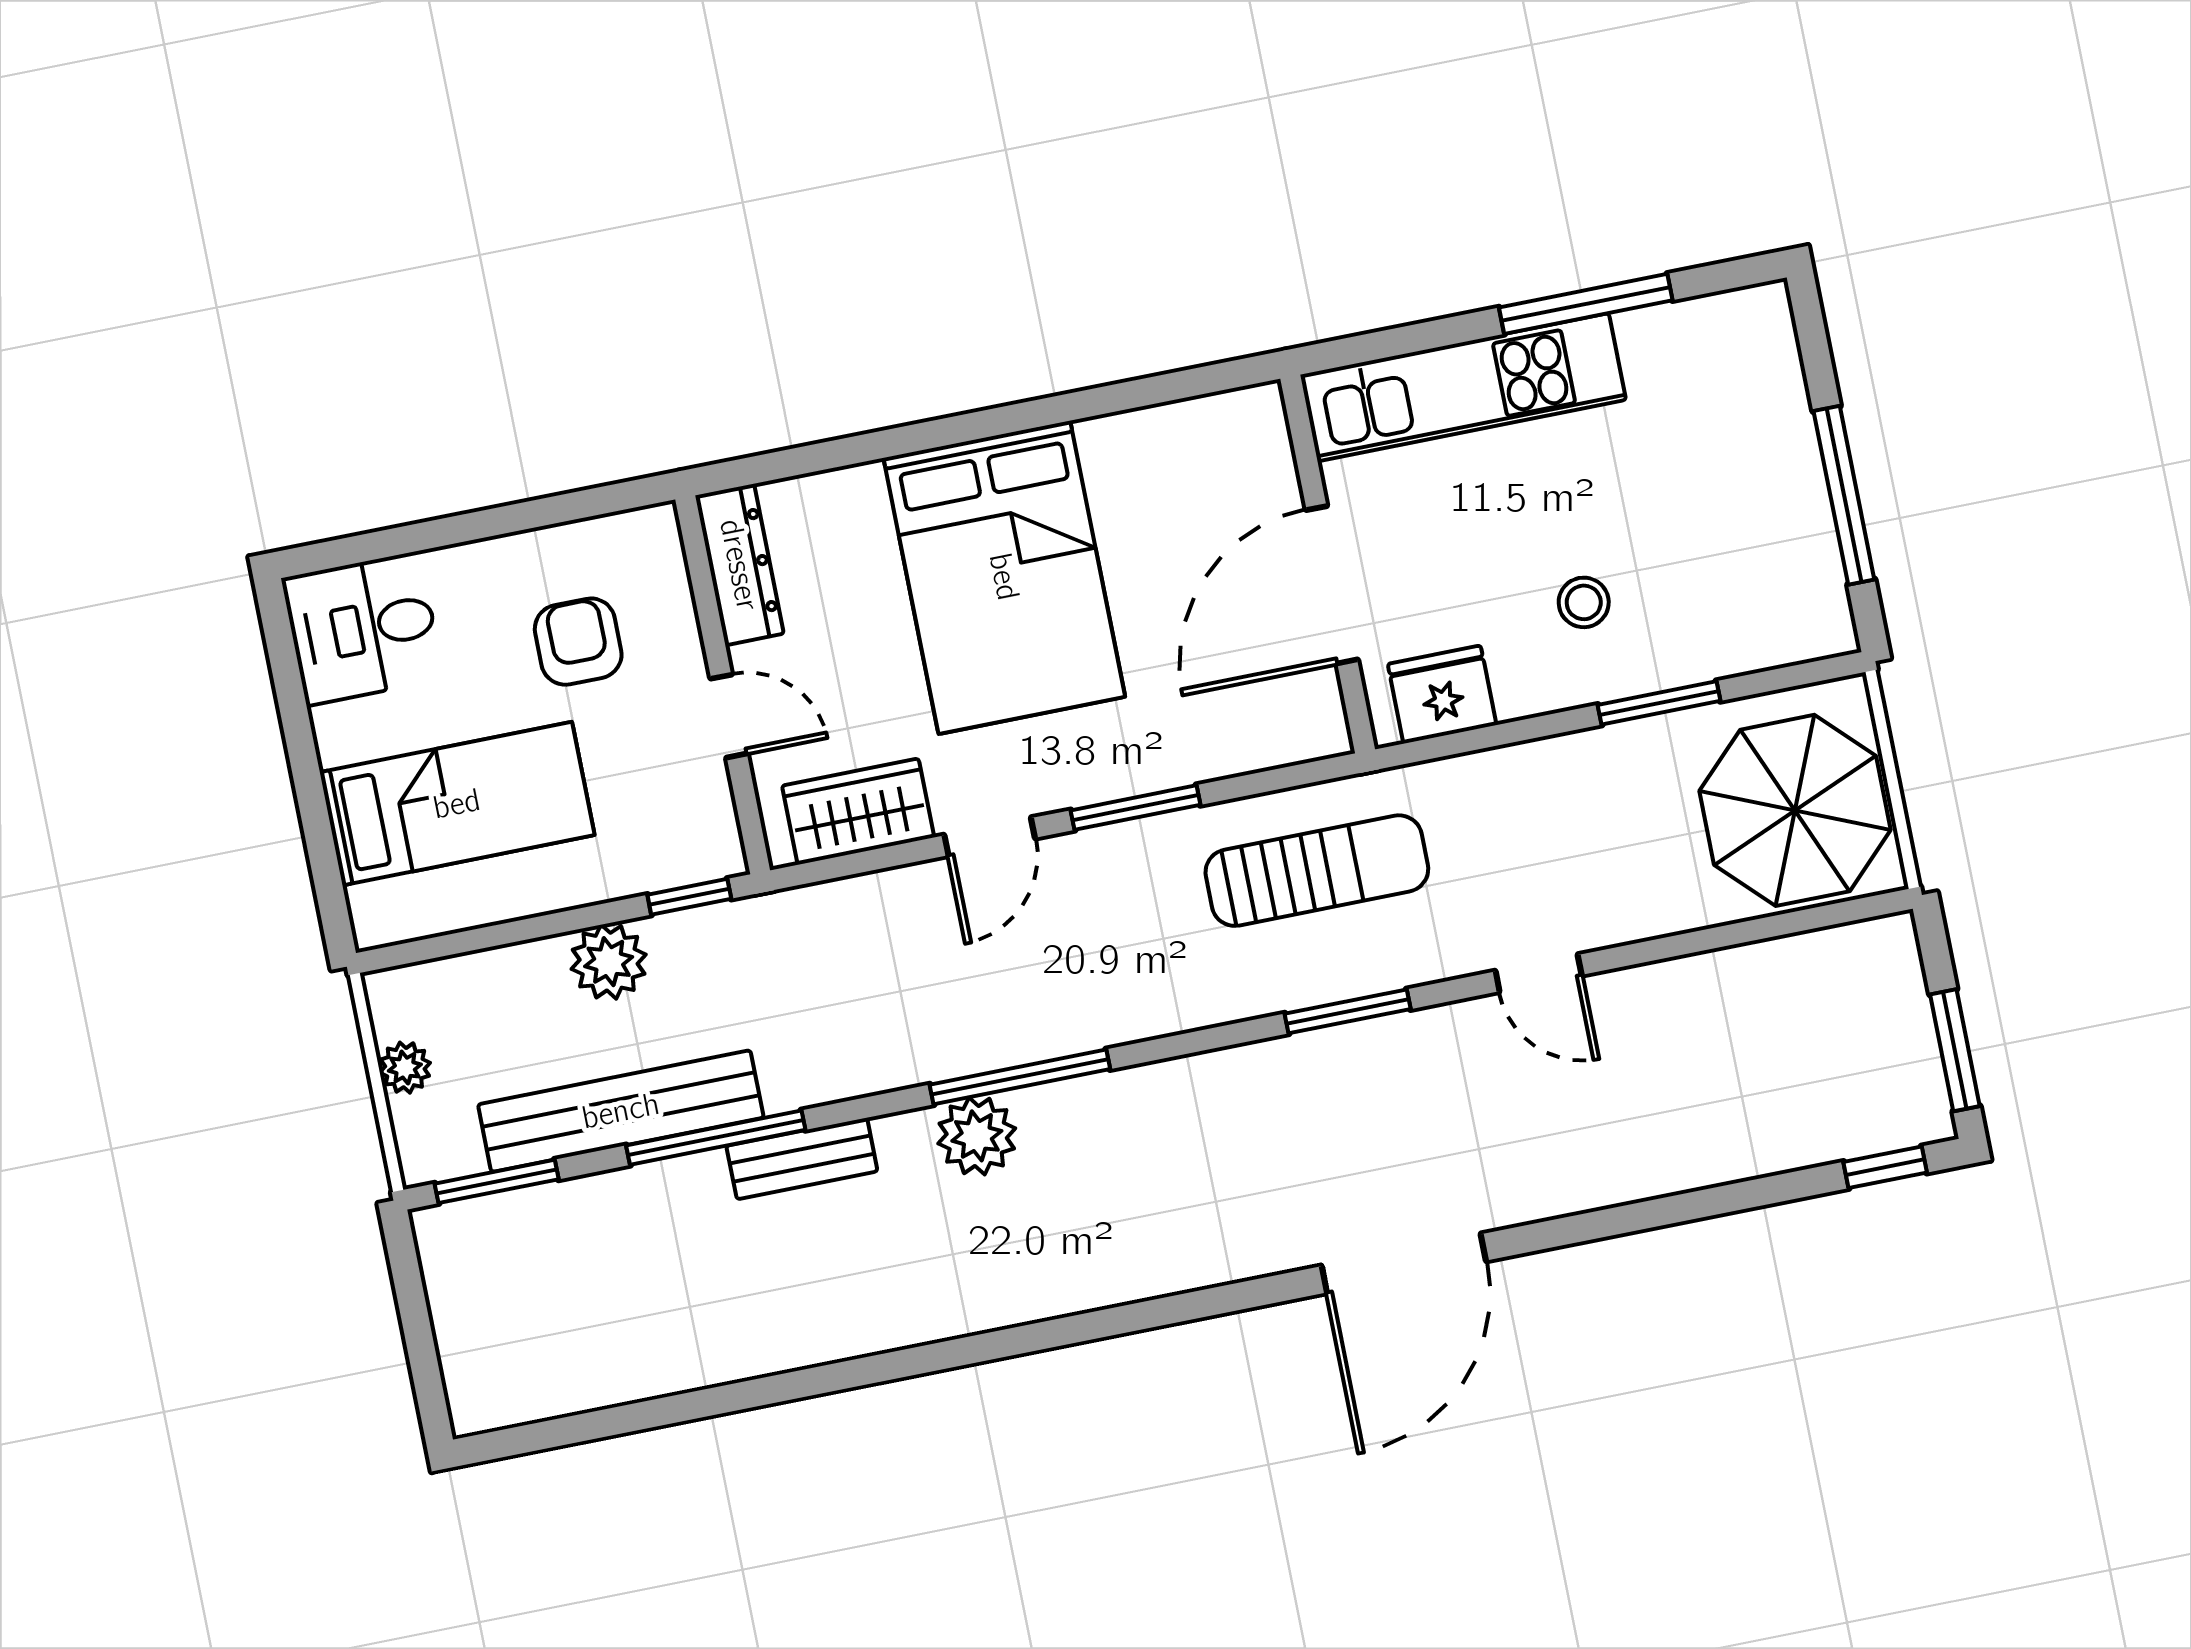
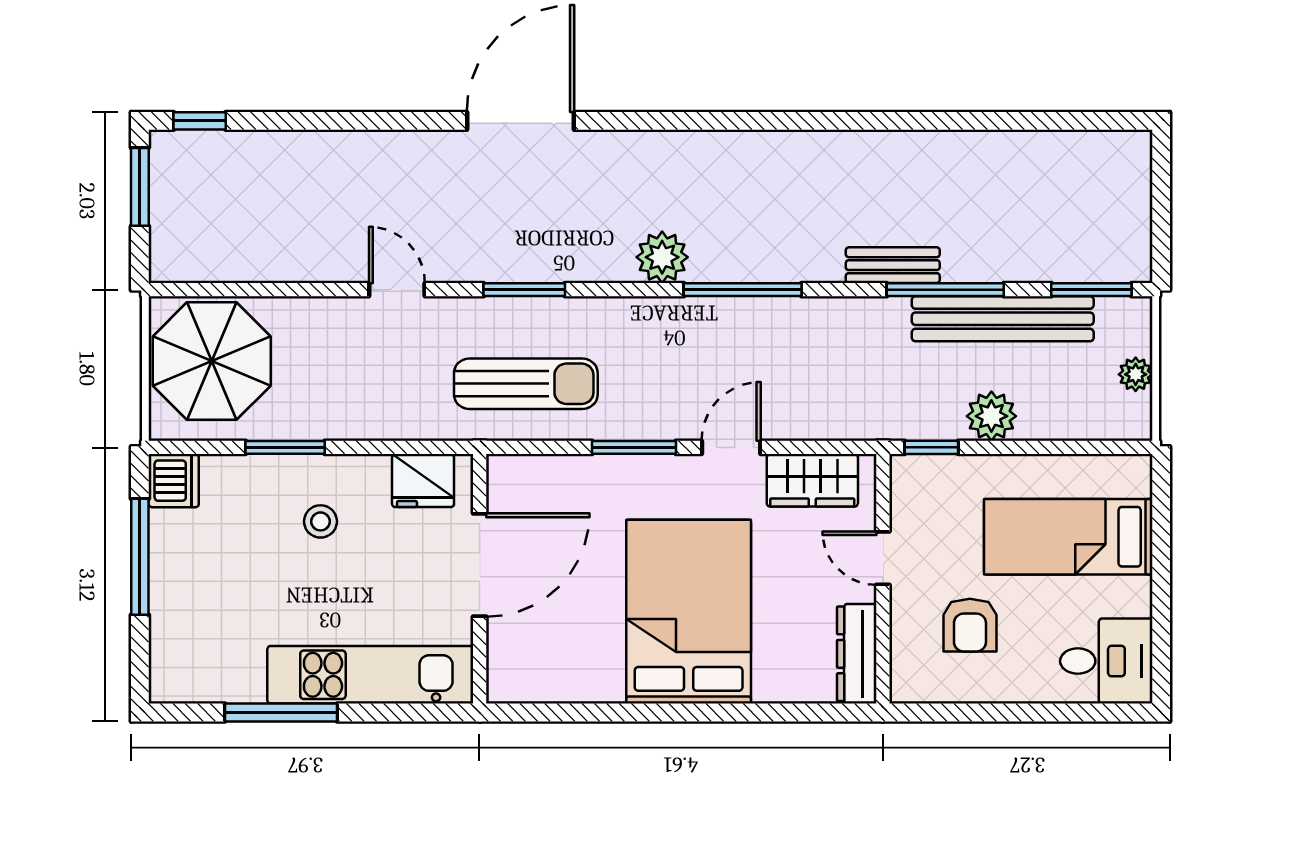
dishwasher: (1816, 620) -> (174, 481), added
sun lounger: (1317, 871) -> (526, 384), turned 180
plant: (977, 1136) -> (662, 257), moved

